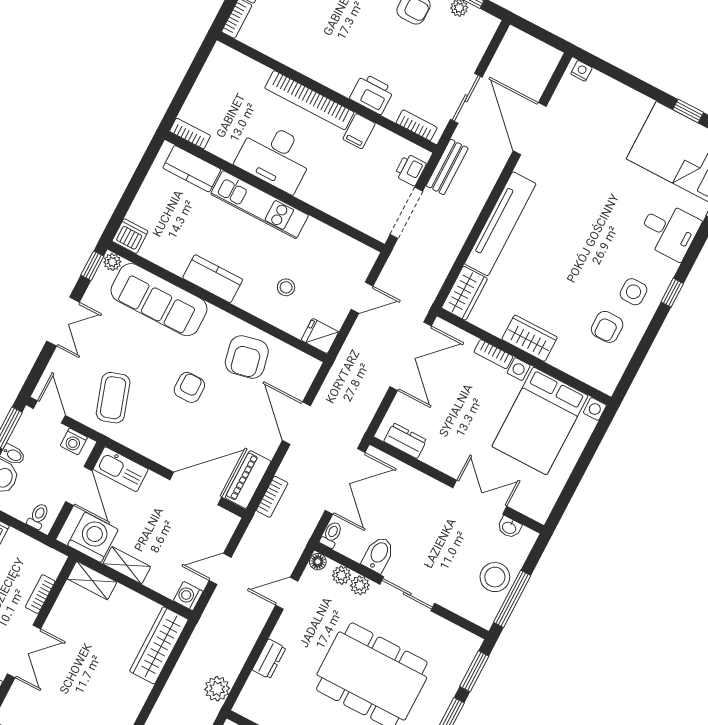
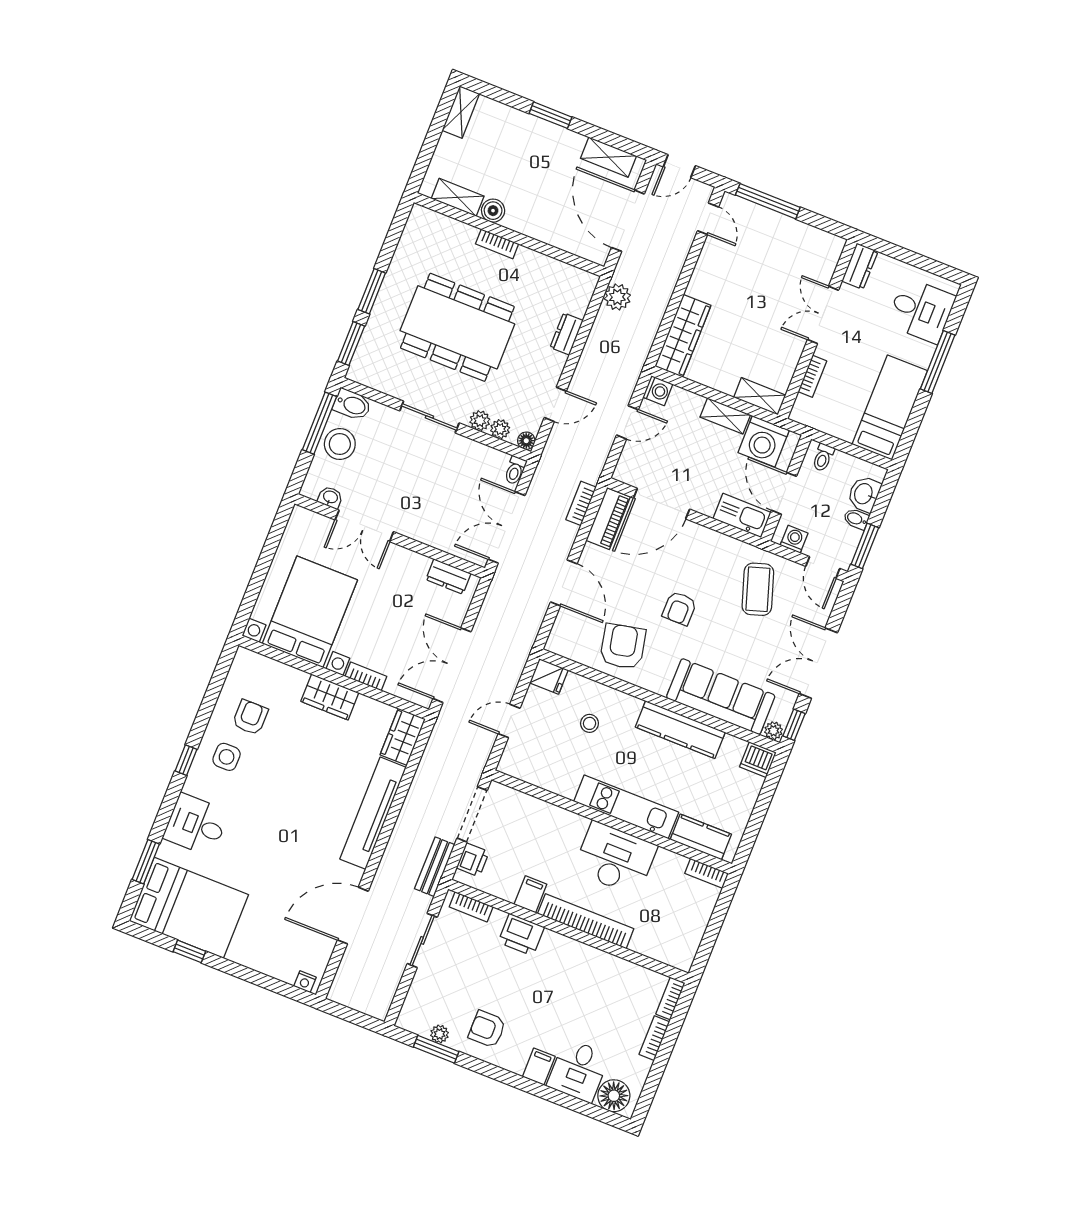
door: (530, 129) -> (353, 916), swing flipped
kitchen counter: (213, 279) -> (680, 730), width x1.50
double door: (63, 322) -> (818, 663), width x1.37
bidet: (378, 554) -> (352, 405), moved, turned -90

